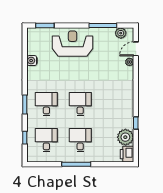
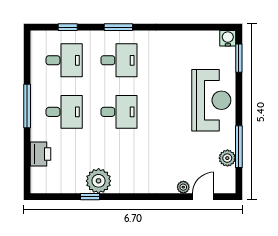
plant: (121, 33) -> (227, 158), moved
door: (136, 49) -> (203, 197), hinge flipped
water cooler: (32, 61) -> (228, 38), moved
plant: (125, 137) -> (99, 181), moved
printer: (127, 154) -> (41, 154), moved, turned 90

